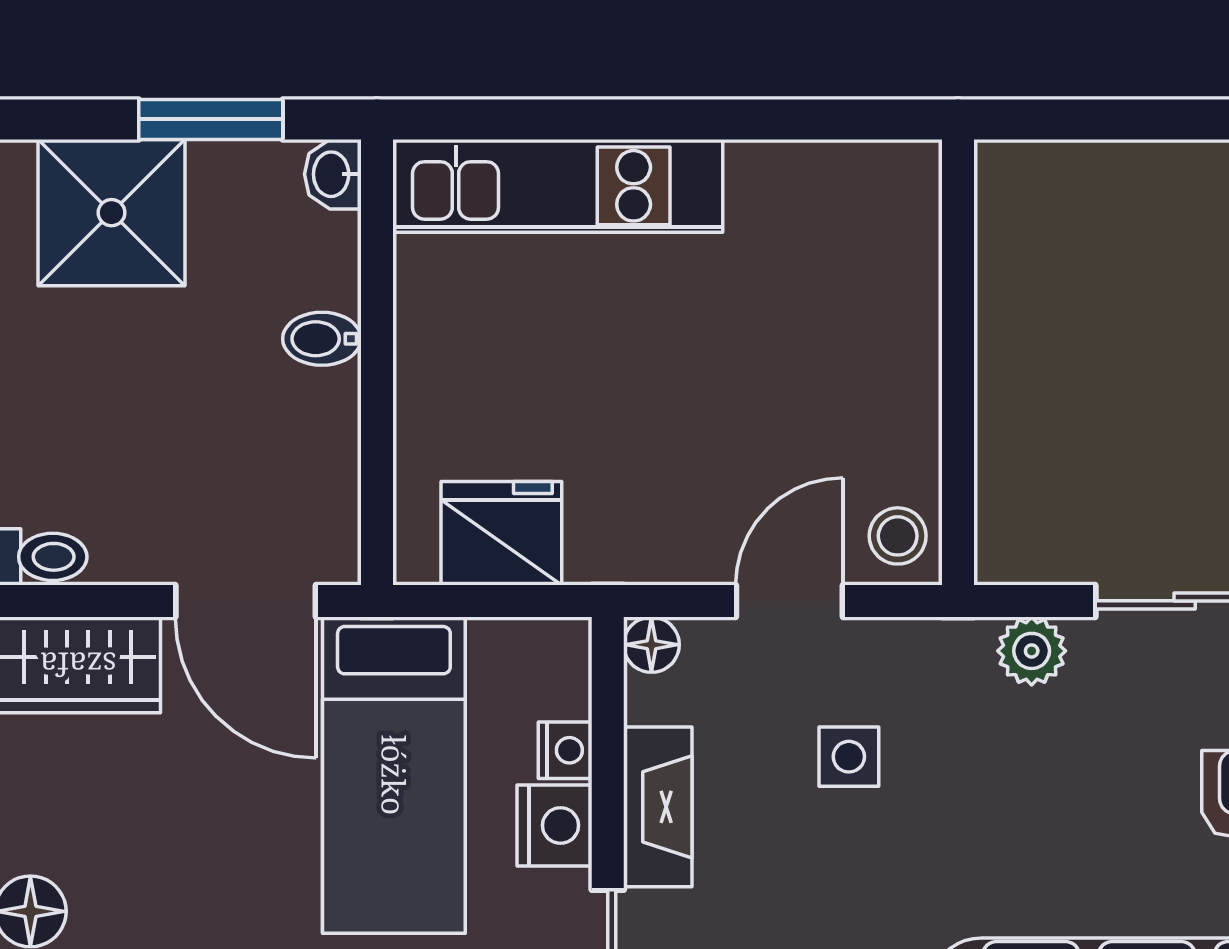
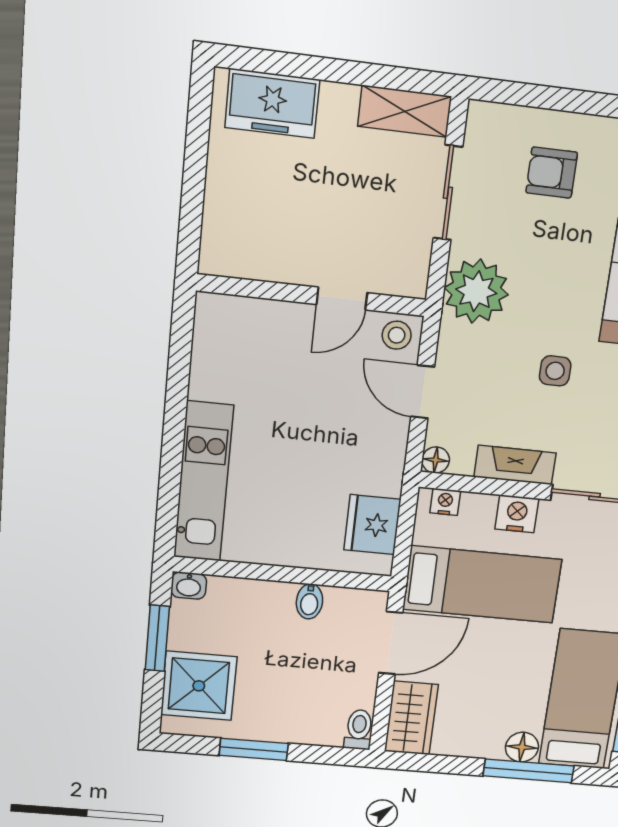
bidet: (322, 339) -> (309, 601), moved
door: (958, 421) -> (342, 299), added
plant: (1032, 651) -> (476, 291), width x1.88, depth x1.88
nightstand: (565, 750) -> (445, 502), moved
side table: (849, 757) -> (555, 371), moved

